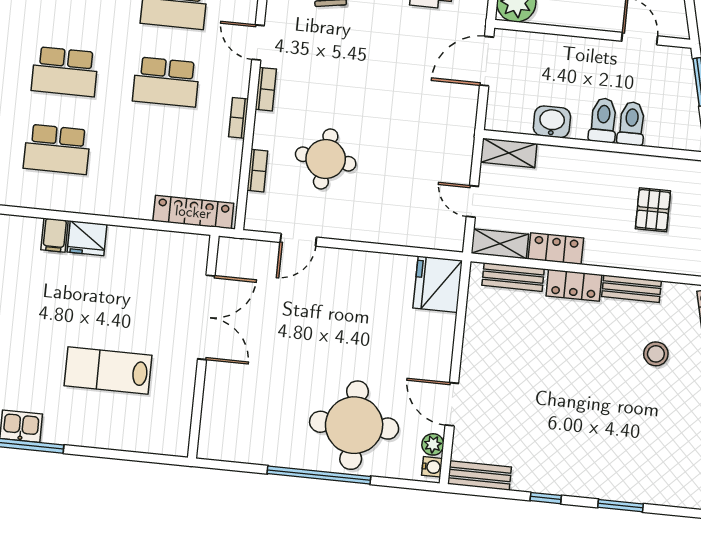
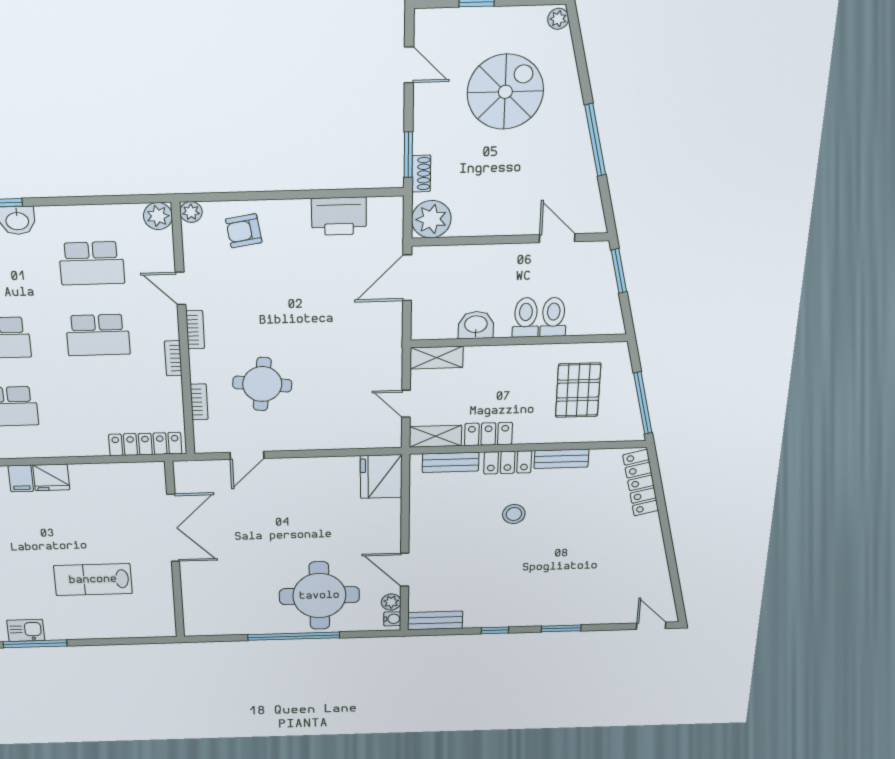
pallet: (653, 210) -> (578, 390), width x1.50, depth x1.42
stool: (656, 354) -> (514, 514), moved

